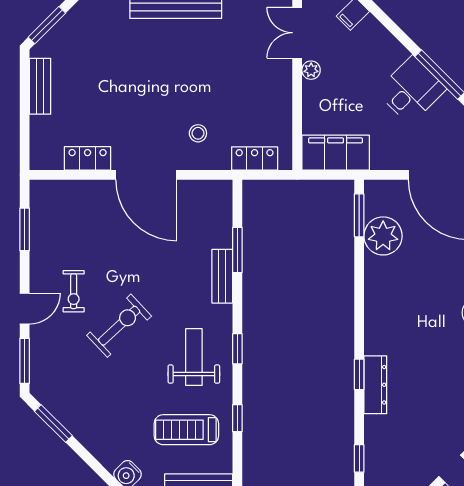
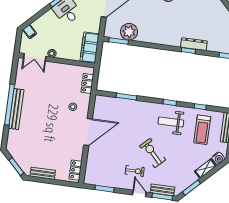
locker: (88, 158) -> (75, 170), moved
bench: (222, 276) -> (163, 190), moved
shelving: (100, 449) -> (205, 169), added

